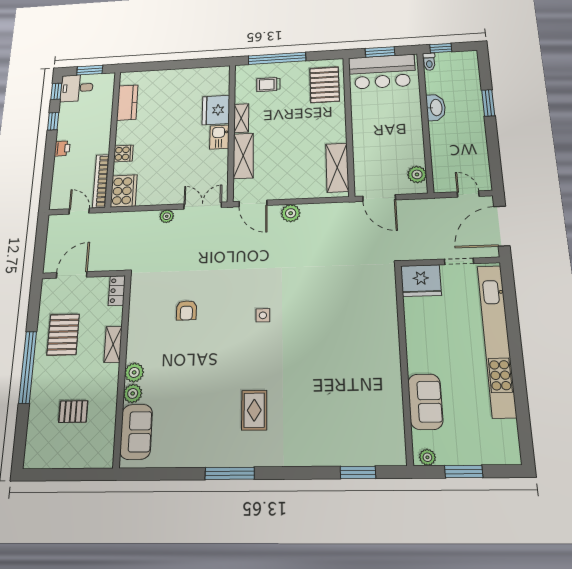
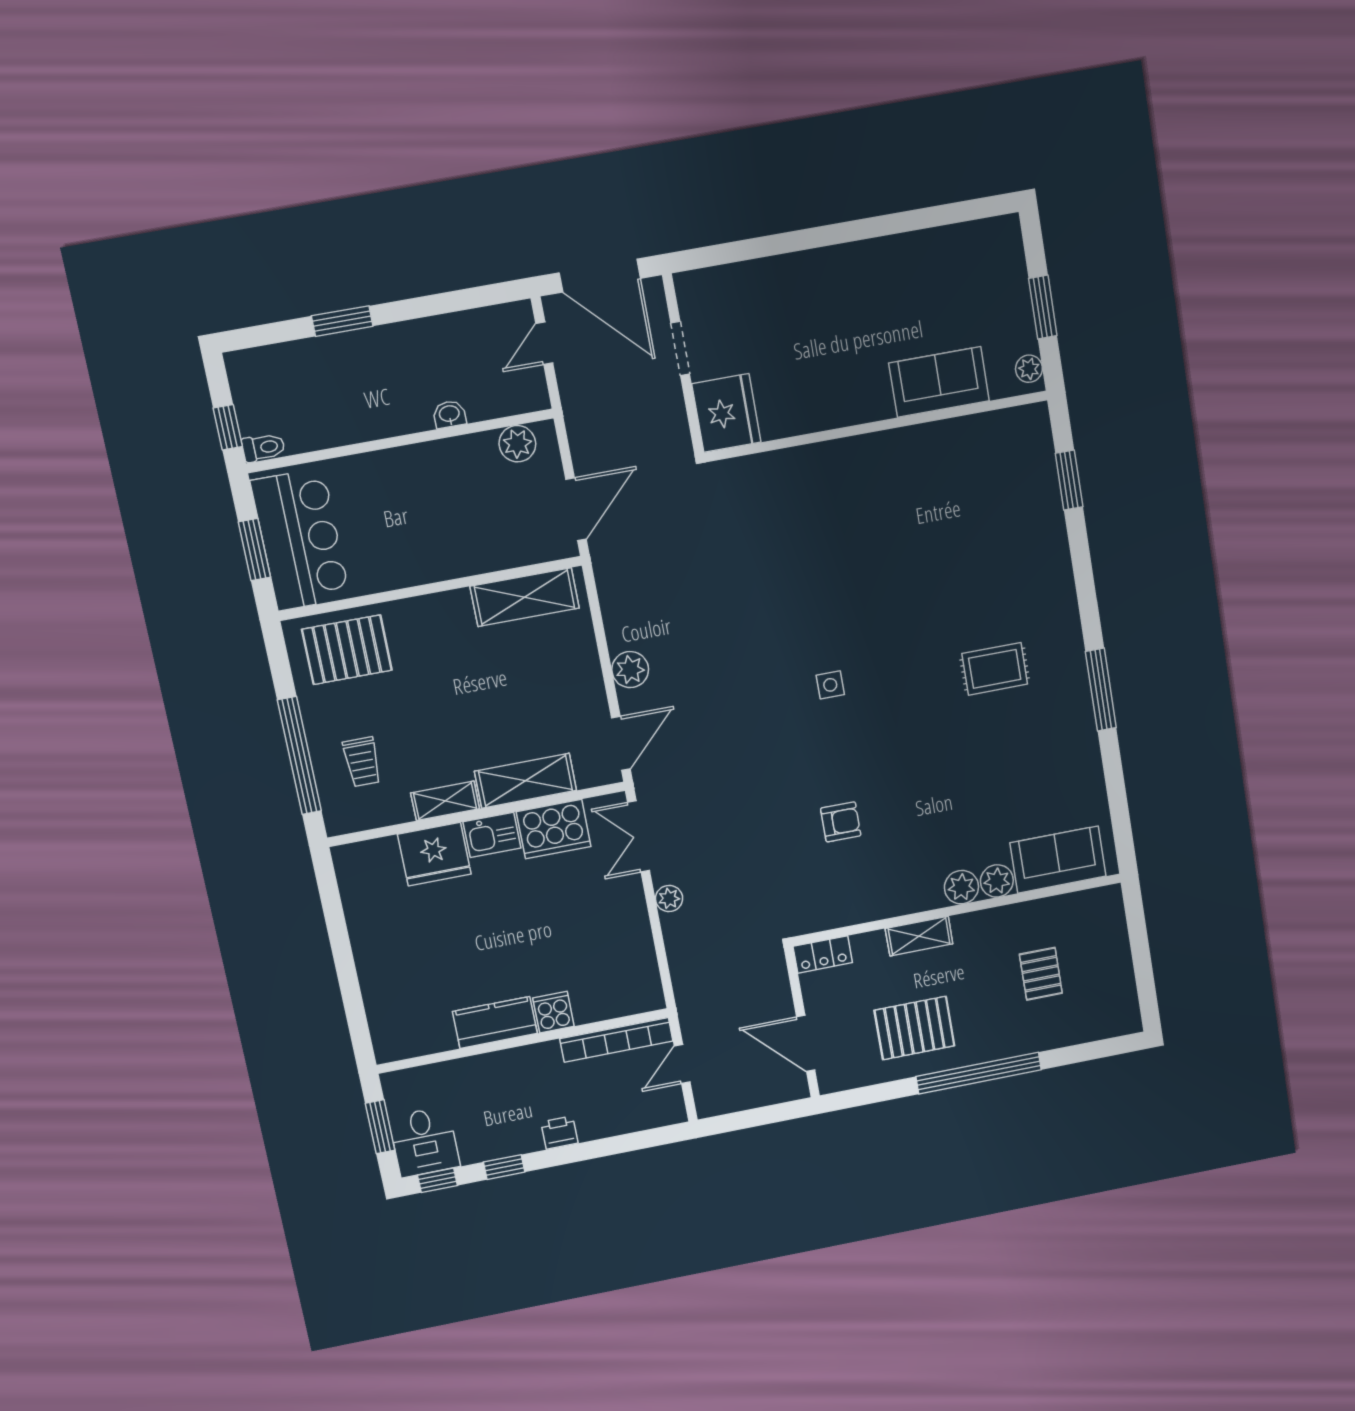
kitchen counter: (127, 103) -> (495, 1022), moved
washbasin: (436, 108) -> (449, 414), moved, width x0.52, depth x0.69
cooker: (124, 191) -> (554, 829), moved, turned 180
kitchen unit: (497, 340) -> (815, 269), removed

